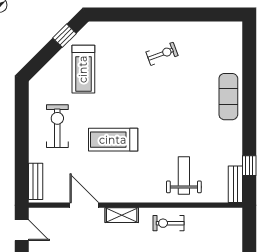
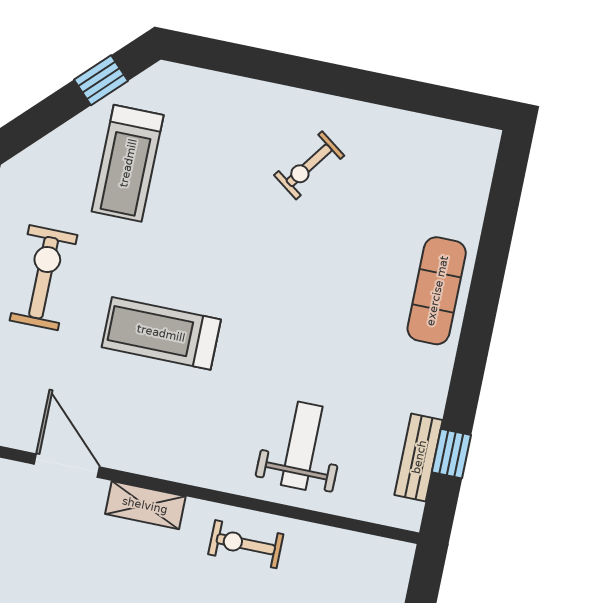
exercise bike: (162, 54) -> (309, 165), turned 146
bench: (235, 184) -> (419, 457), moved

